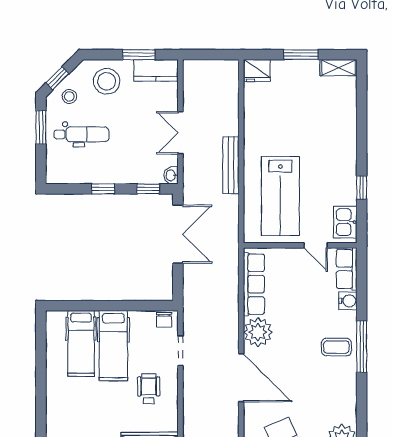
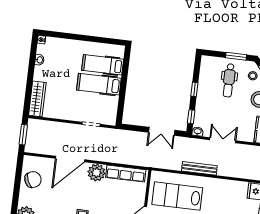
double door: (178, 234) -> (162, 131), width x0.73
chair: (164, 320) -> (111, 117), removed
wheelchair: (149, 389) -> (70, 102), removed

